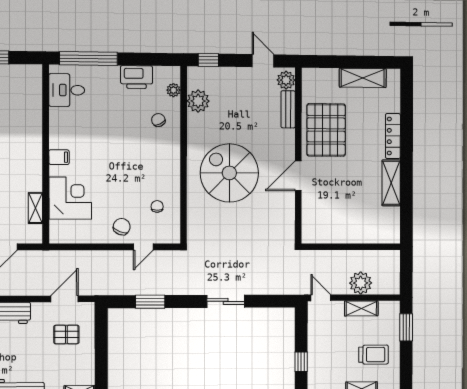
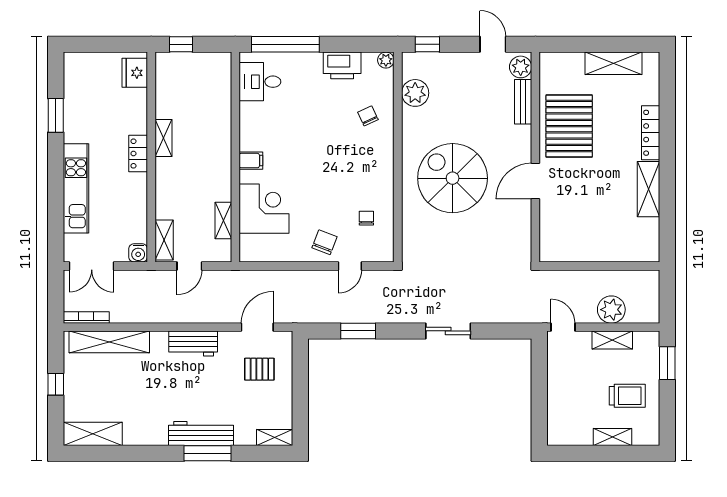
plant: (173, 90) -> (386, 60), moved
window: (301, 362) -> (539, 404), removed

